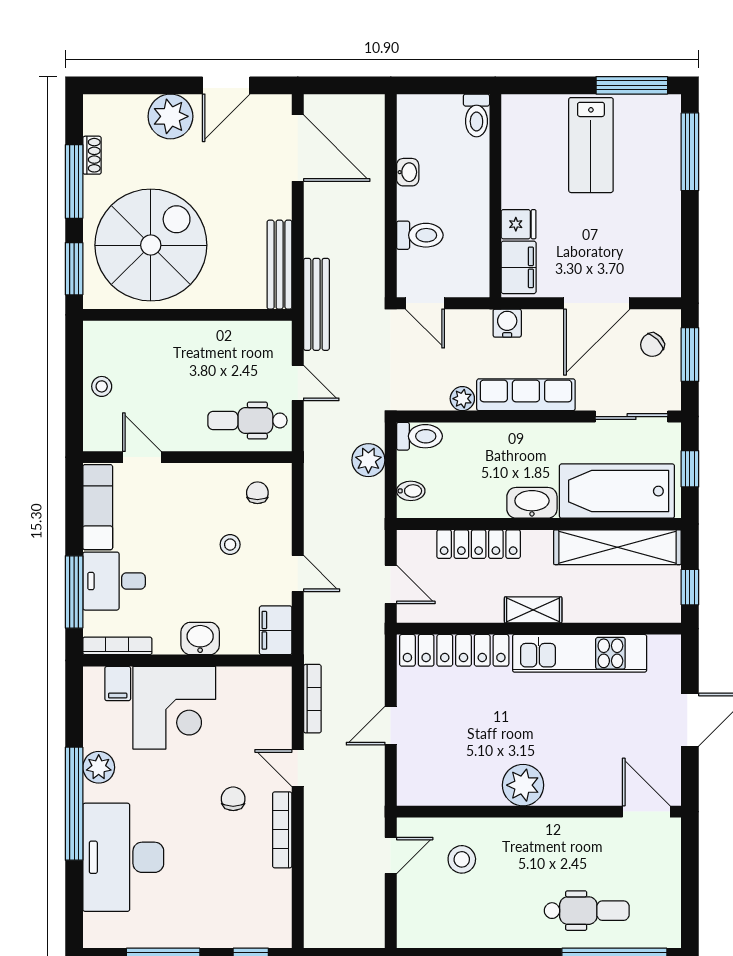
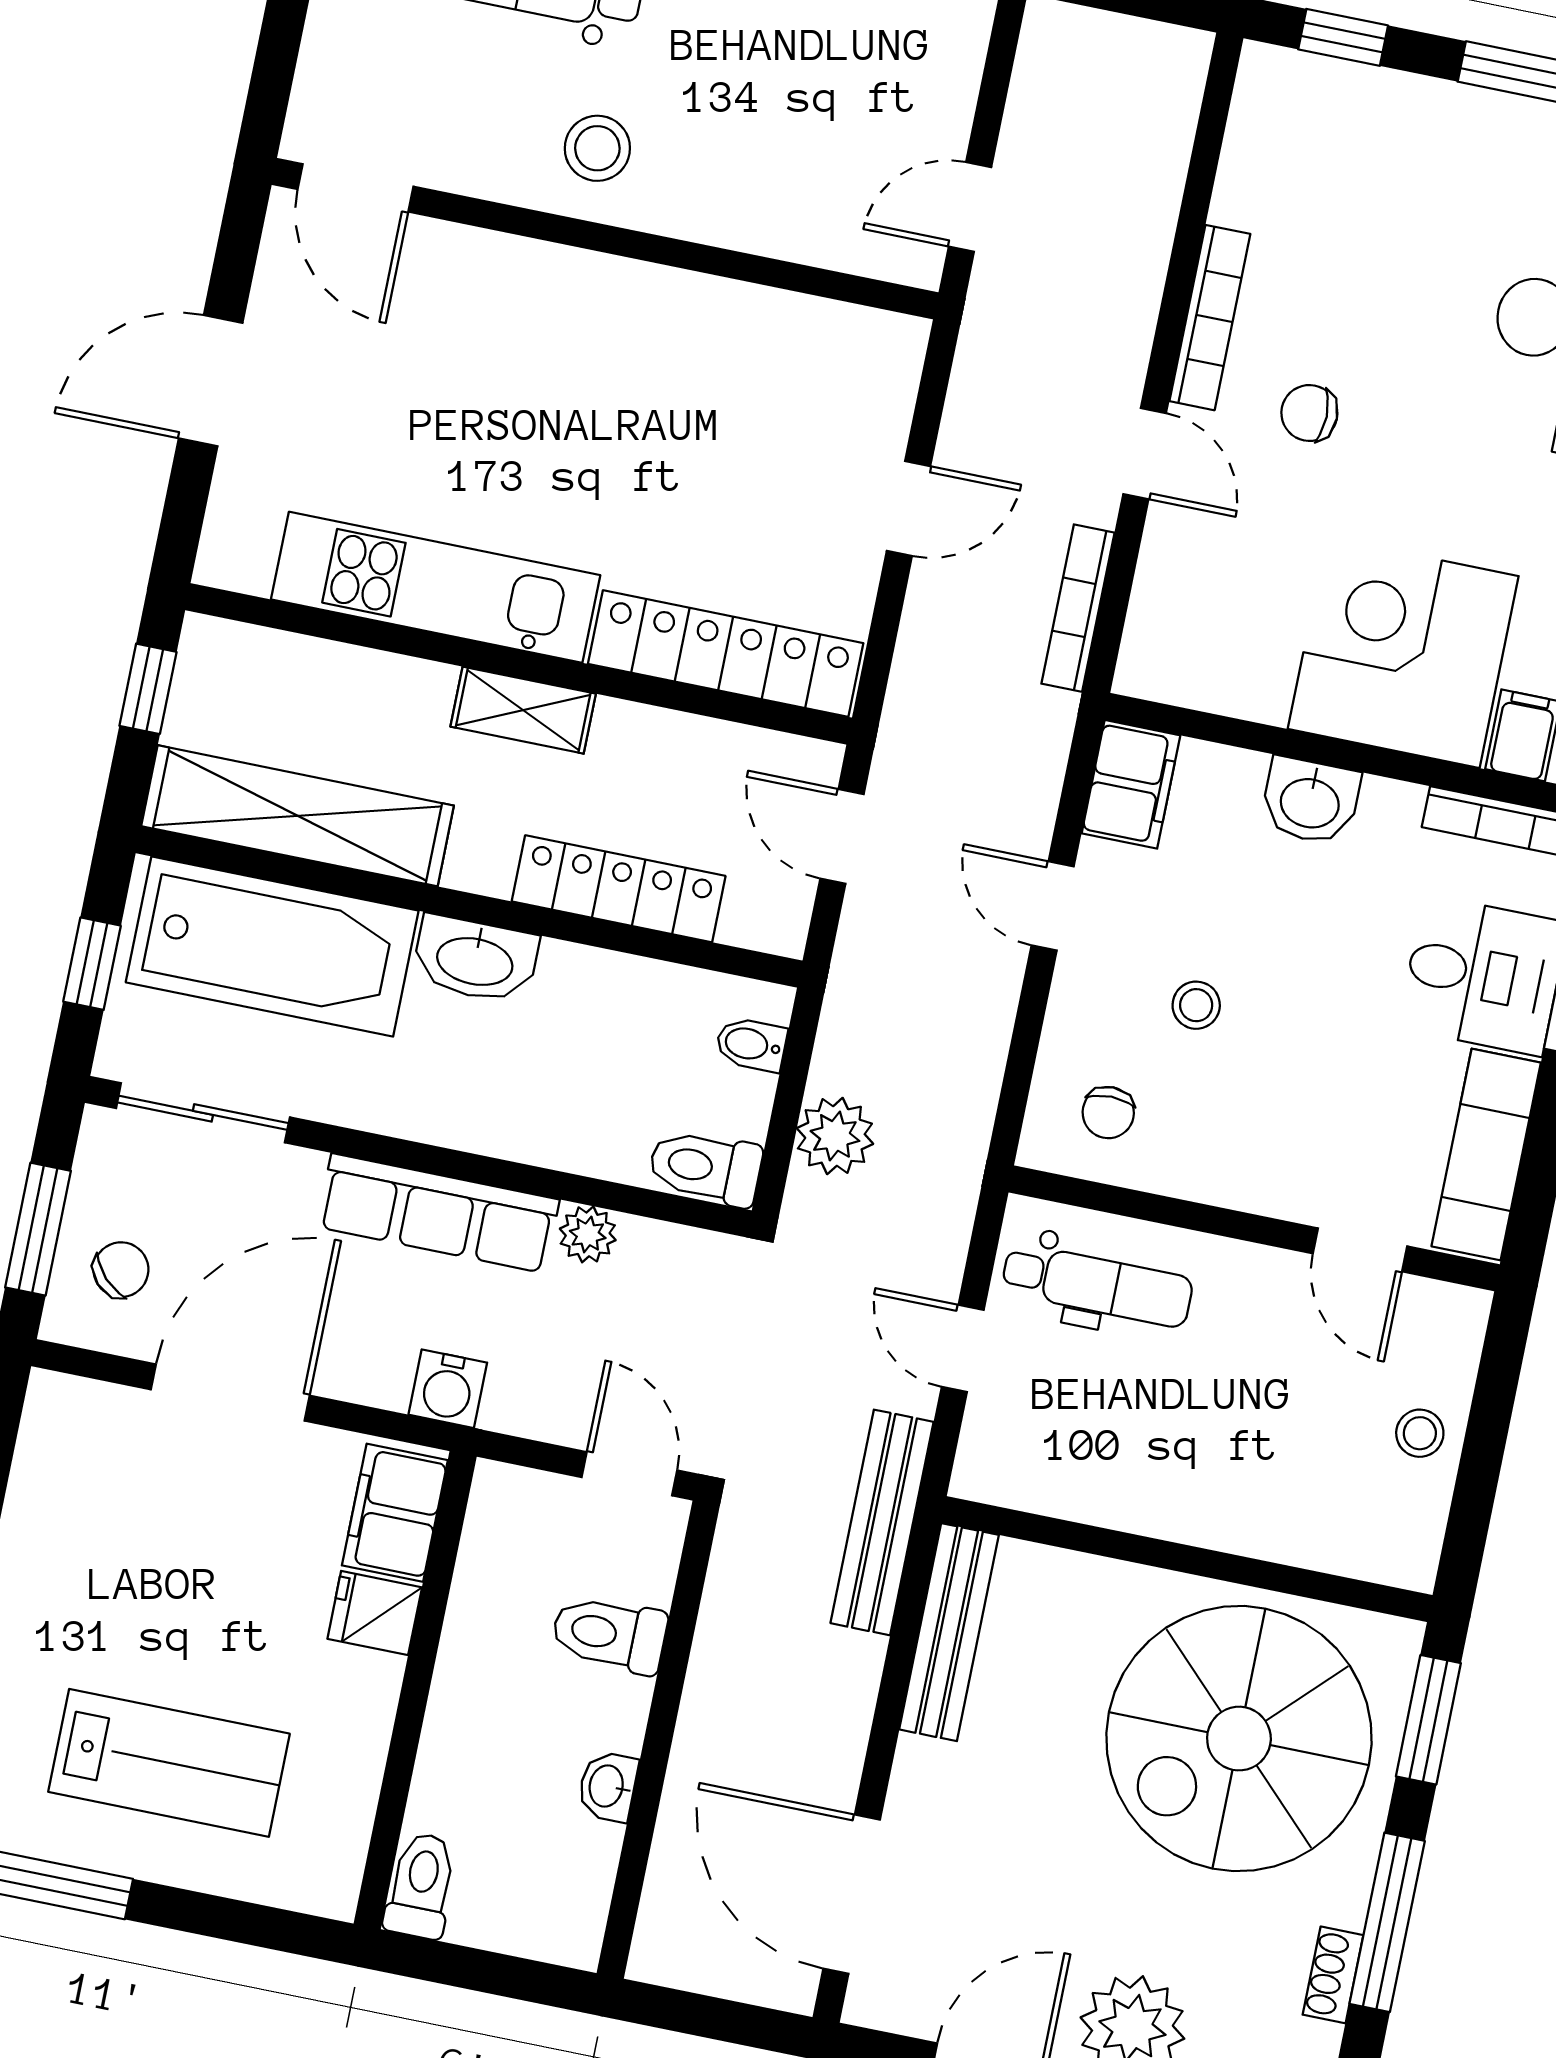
lab bench: (591, 145) -> (169, 1763), turned 90
plant: (523, 785) -> (629, 308), removed
chair: (233, 799) -> (1309, 413), turned 90
stool: (462, 859) -> (597, 148), moved

